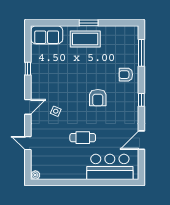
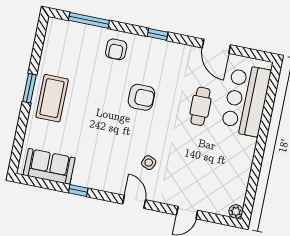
sofa: (47, 35) -> (49, 166), moved, turned -90
cafe table: (83, 138) -> (200, 106), moved

